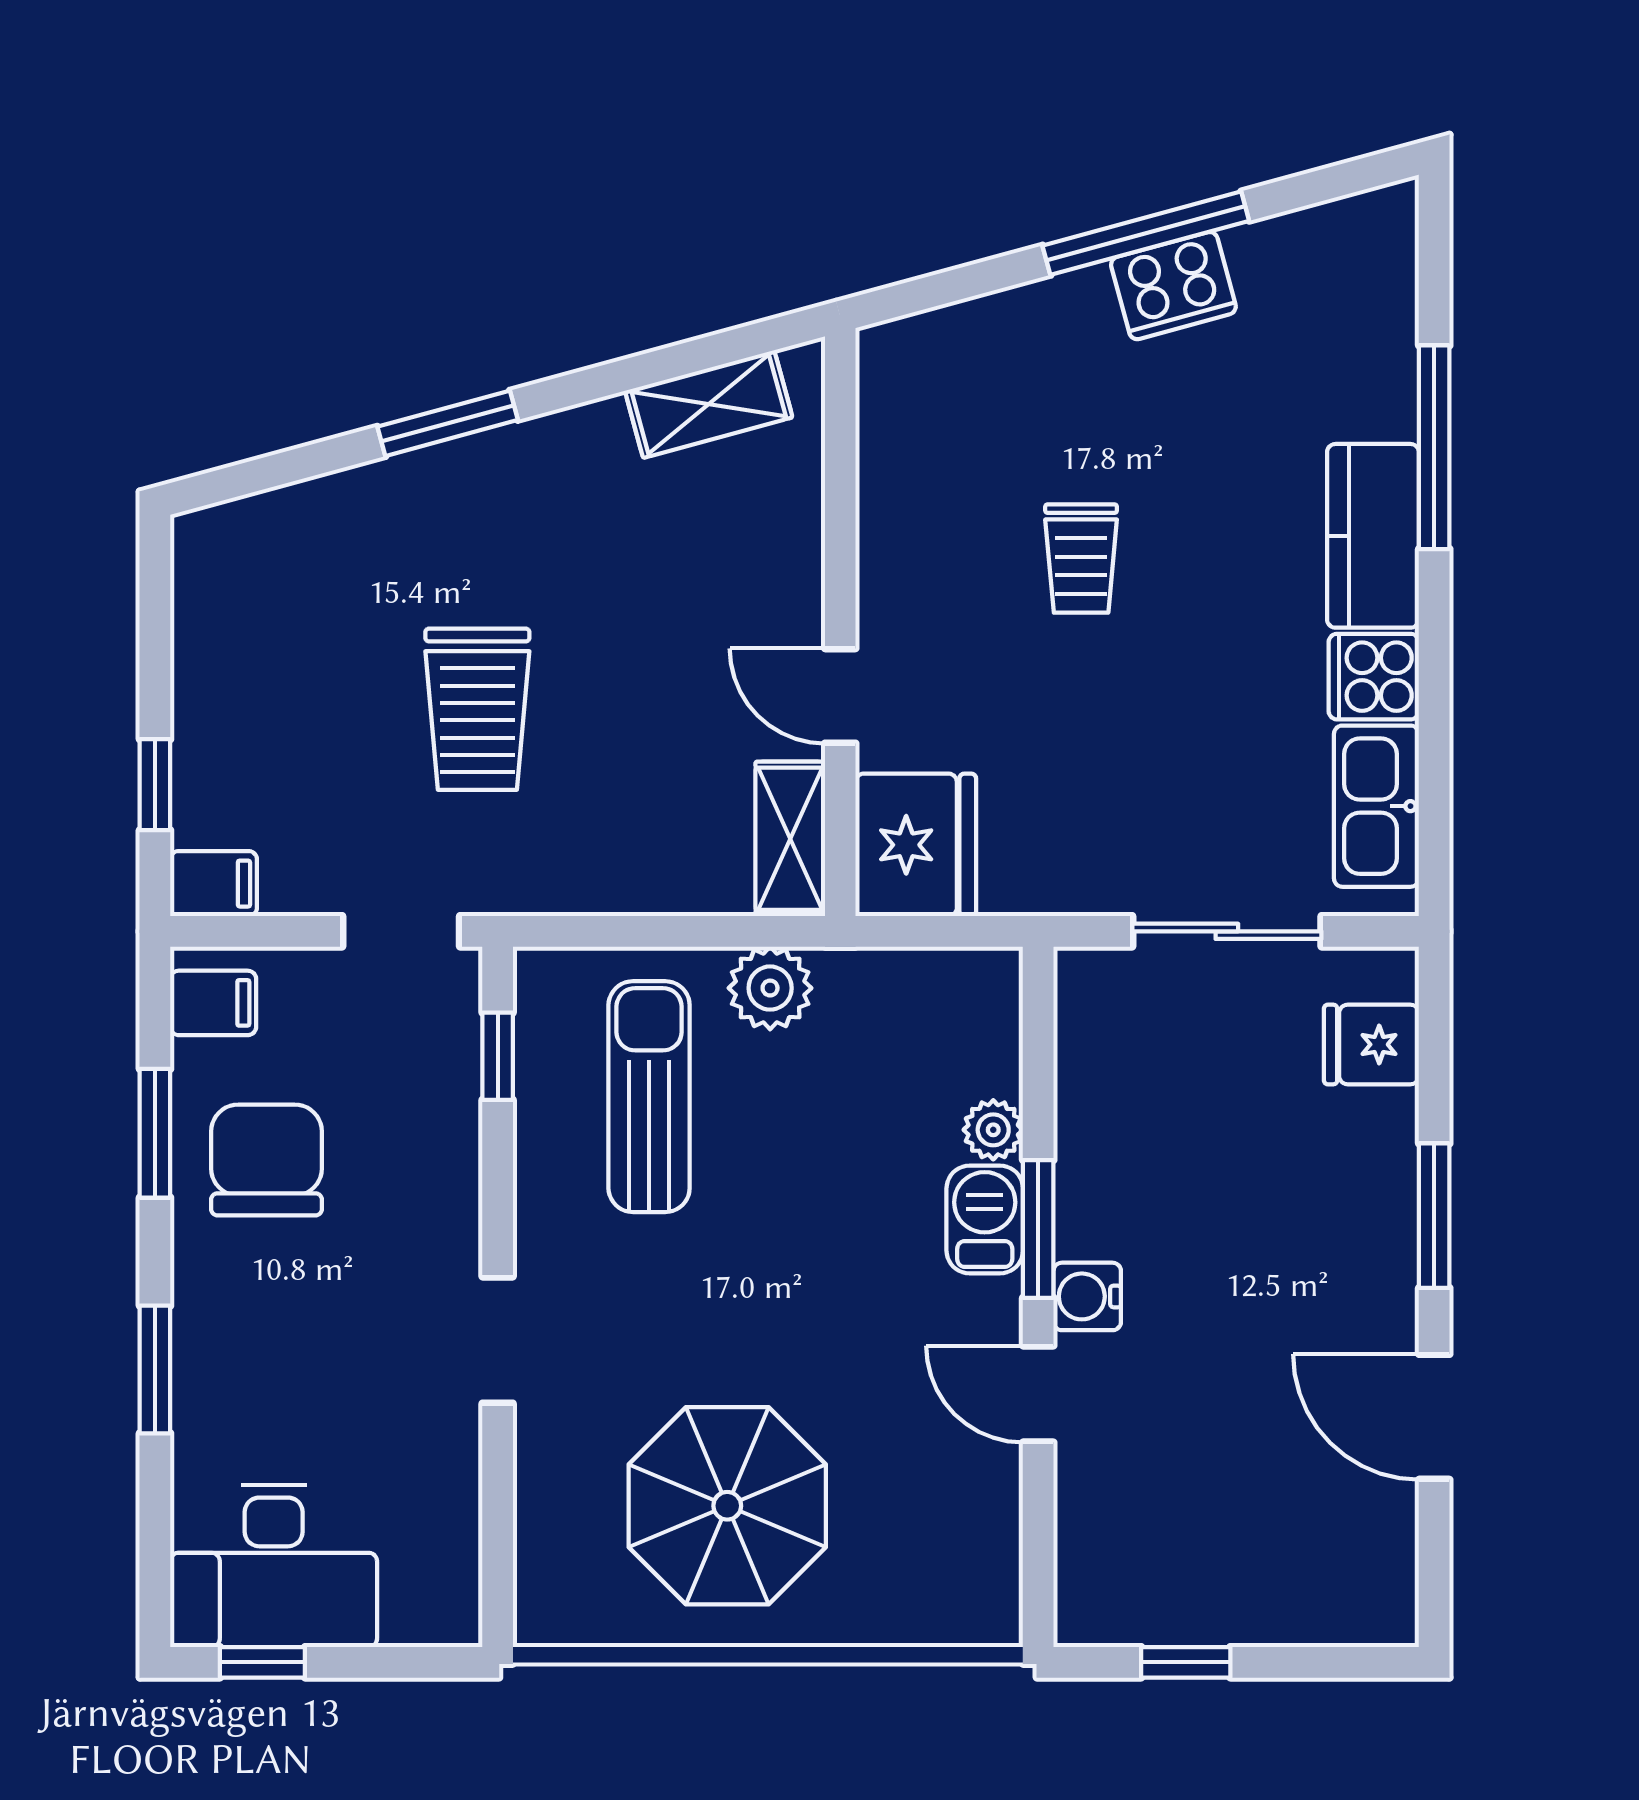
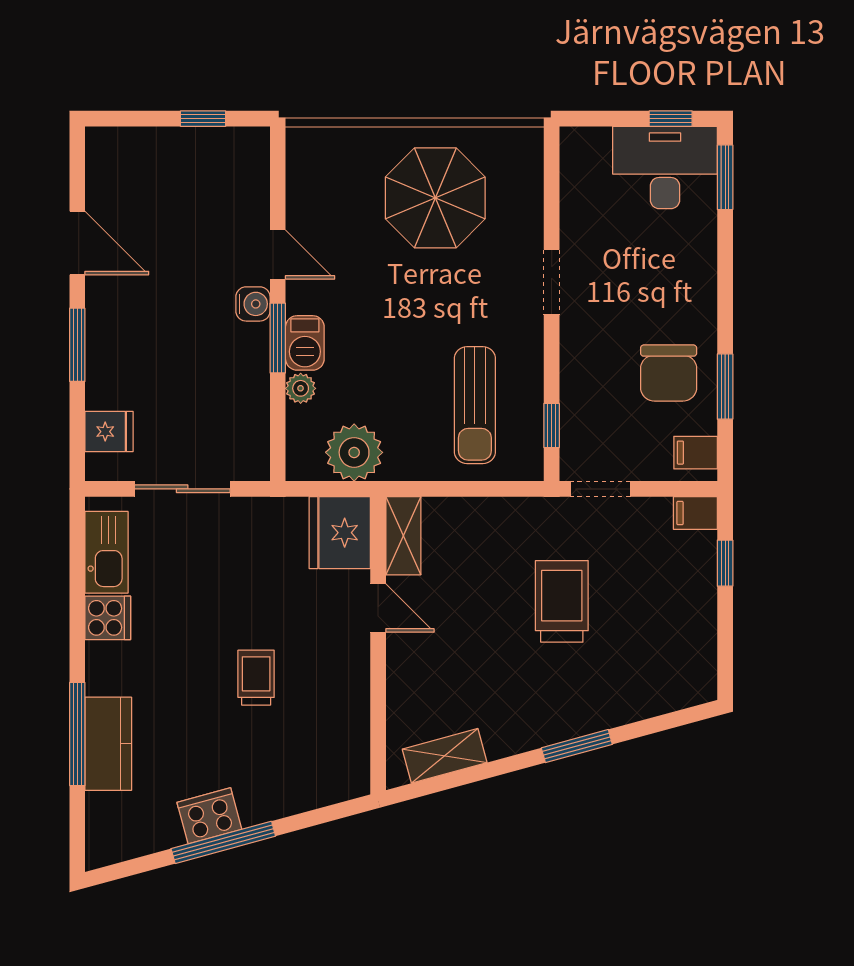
kitchen counter: (1373, 536) -> (108, 744), moved
plant: (770, 988) -> (354, 452), moved, width x1.36, depth x1.36
window: (155, 1369) -> (725, 177), moved

